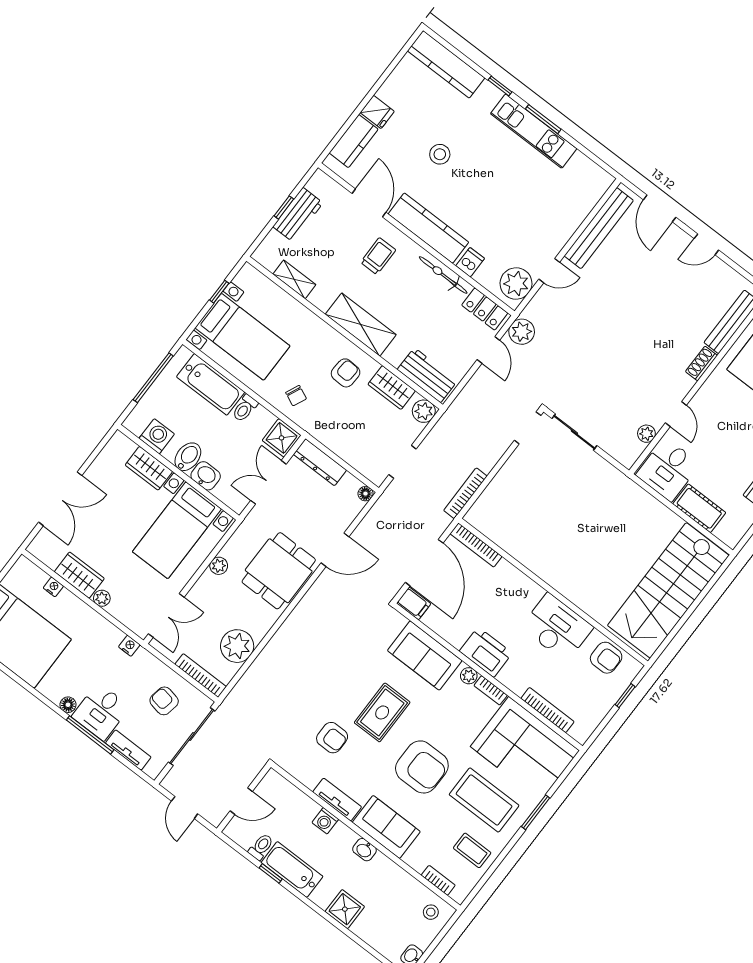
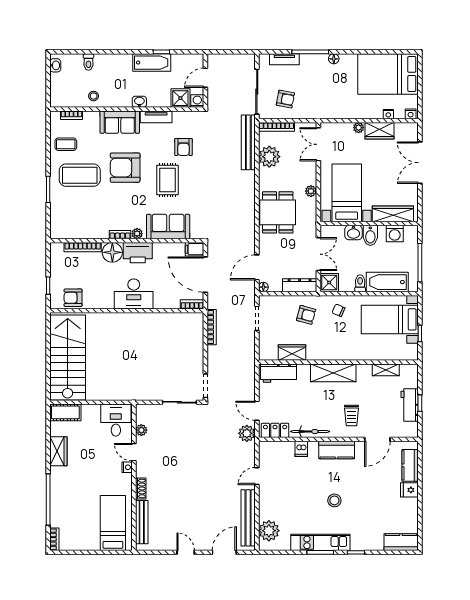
kitchen counter: (446, 64) -> (401, 542), width x0.67
stool: (440, 154) -> (334, 500), moved
door: (369, 203) -> (377, 439), hinge flipped
door: (660, 208) -> (224, 552), hinge flipped
kitchen counter: (428, 228) -> (337, 450), width x0.67
door: (706, 244) -> (186, 552), hinge flipped
plant: (516, 284) -> (269, 531), moved
armchair: (346, 373) -> (306, 315), moved, turned -78
nightstand: (698, 402) -> (127, 467), added
plant: (424, 411) -> (266, 353), removed
wardrobe: (149, 468) -> (393, 214), width x1.50
cot: (699, 508) -> (65, 412), moved
bookcase: (476, 545) -> (192, 304), width x0.64
door: (335, 550) -> (257, 267), moved
desk: (557, 627) -> (134, 294), moved
nightstand: (129, 646) -> (411, 114), moved
floor lamp: (516, 676) -> (112, 252), added
bench: (249, 683) -> (248, 142), added
desk: (101, 712) -> (314, 68), removed
armchair: (332, 738) -> (183, 147), turned -90
corner sofa: (525, 749) -> (79, 218), removed
door: (185, 807) -> (232, 52), removed
washing machine: (325, 821) -> (197, 101), moved
toilet: (261, 847) -> (88, 62), moved
washbasin: (364, 850) -> (139, 102), moved
shower: (345, 909) -> (180, 98), moved
stool: (431, 912) -> (94, 96), moved

